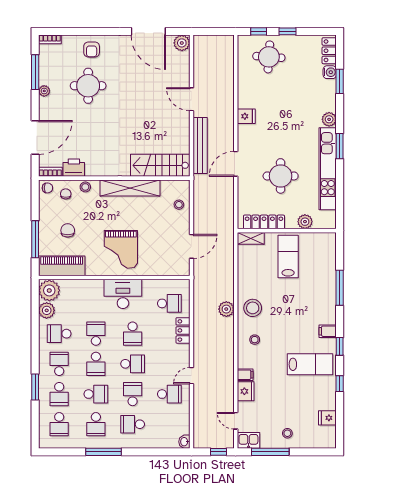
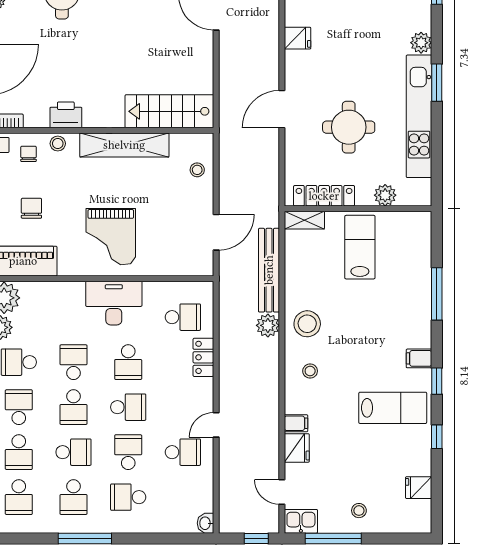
bench: (200, 145) -> (269, 270), moved
printer: (74, 168) -> (66, 115), moved

